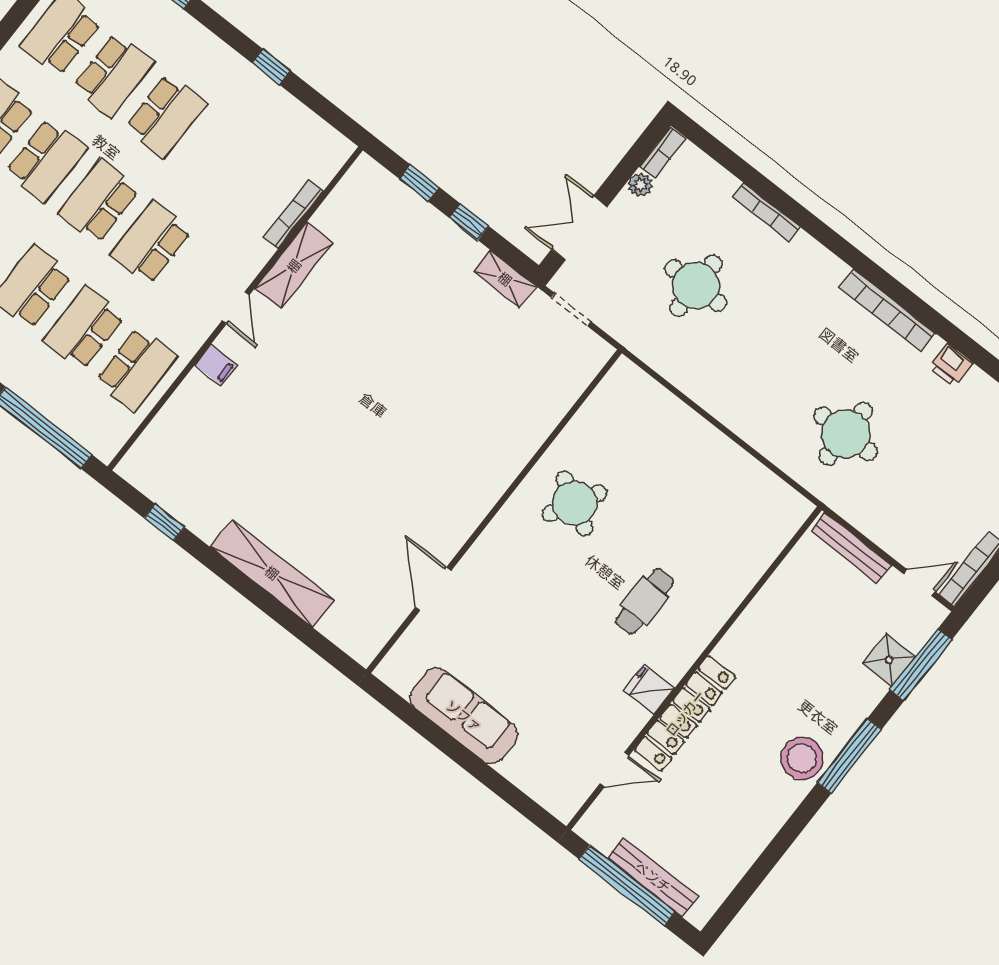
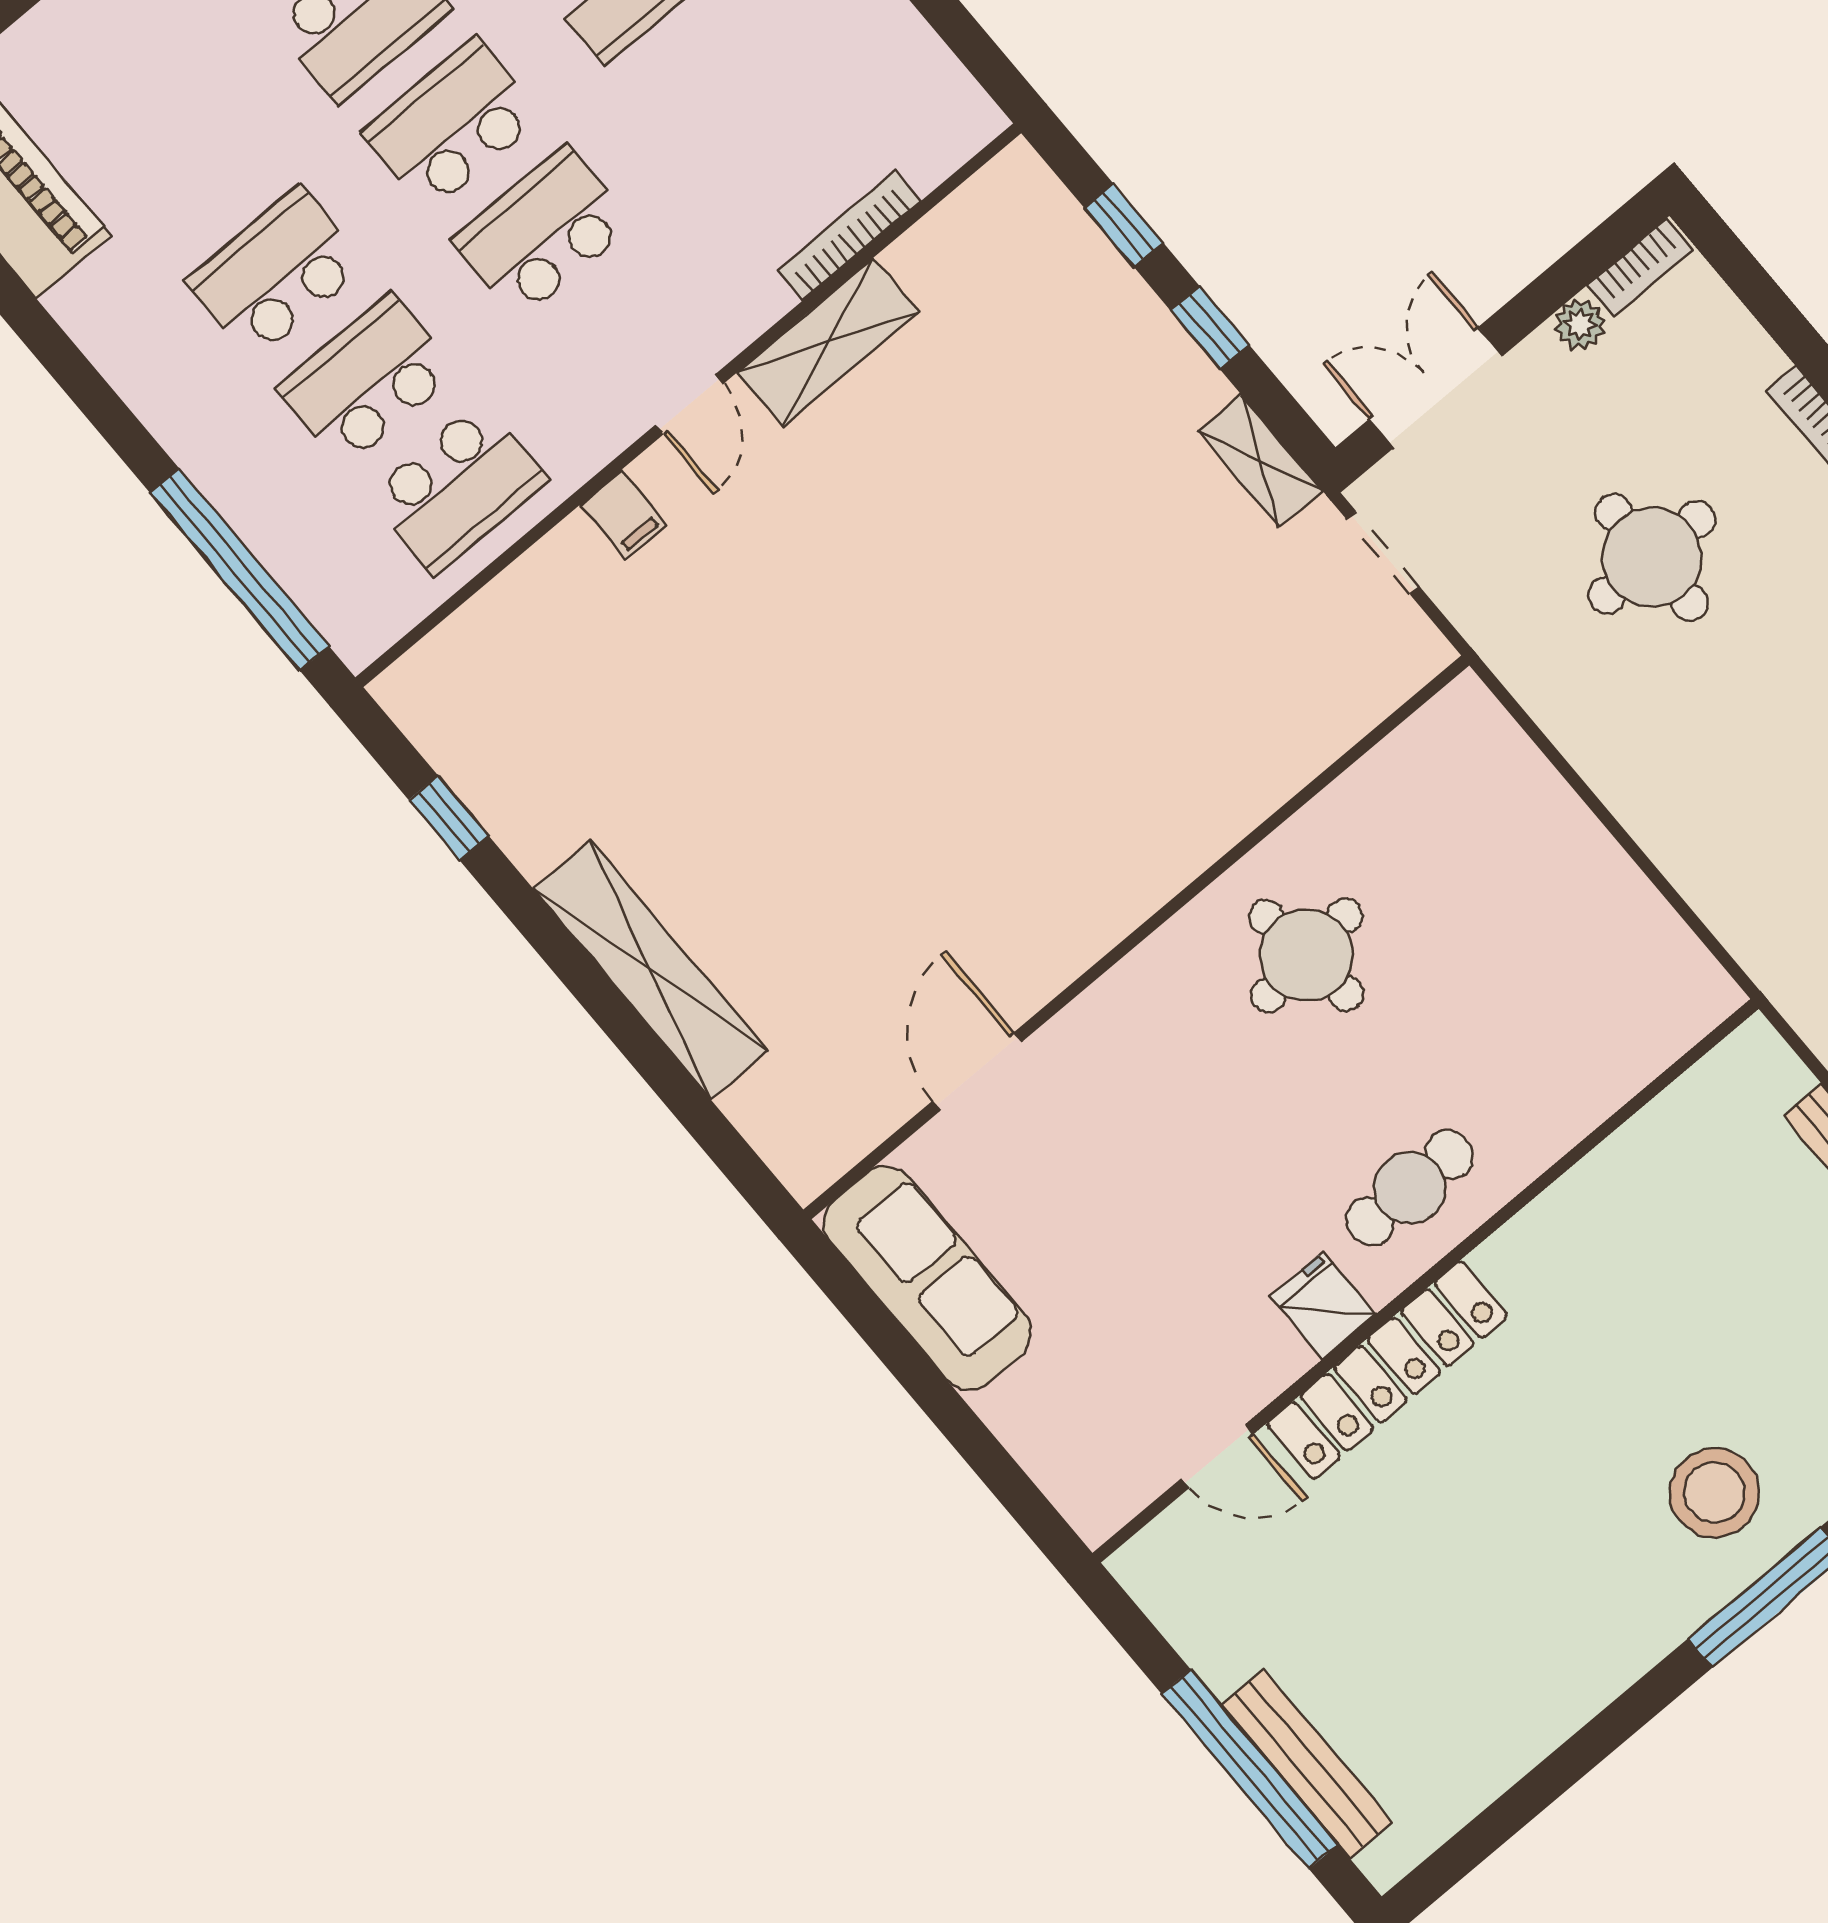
round table: (575, 503) -> (1306, 955), turned -35
wall: (694, 668) -> (1426, 1281), moved
fridge: (649, 689) -> (1323, 1305), moved
locker: (685, 713) -> (1387, 1370), moved
sofa: (464, 716) -> (927, 1278), moved
stool: (802, 758) -> (1714, 1493), moved
door: (615, 770) -> (1217, 1456), moved

